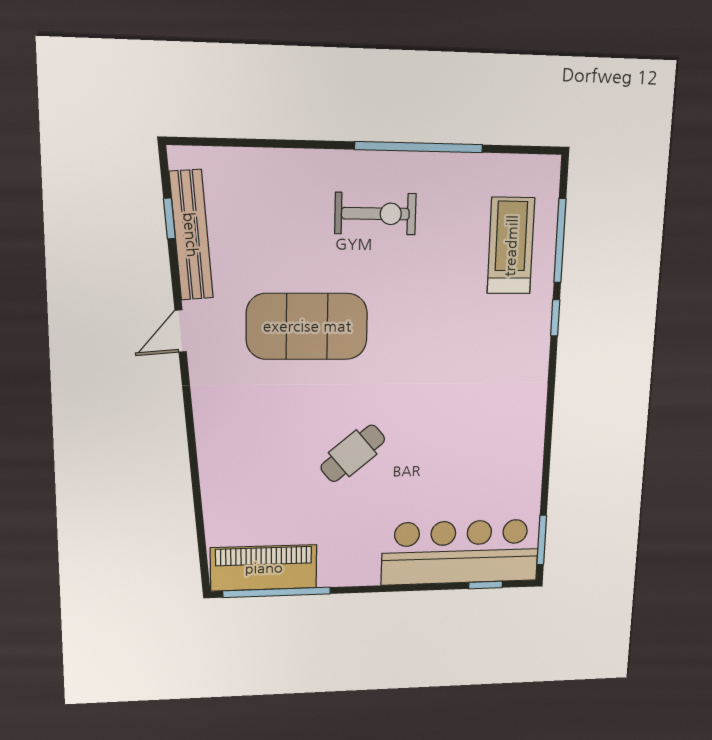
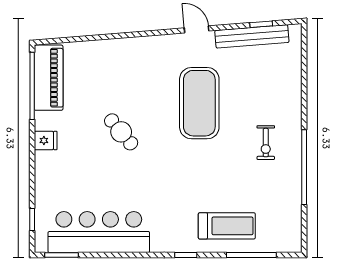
exercise bike: (375, 214) -> (266, 143), width x0.73, depth x0.72
treadmill: (511, 246) -> (227, 226), moved
window: (555, 318) -> (186, 255), moved
bar counter: (461, 552) -> (99, 232), moved, turned -90
fridge: (364, 569) -> (46, 140), added

